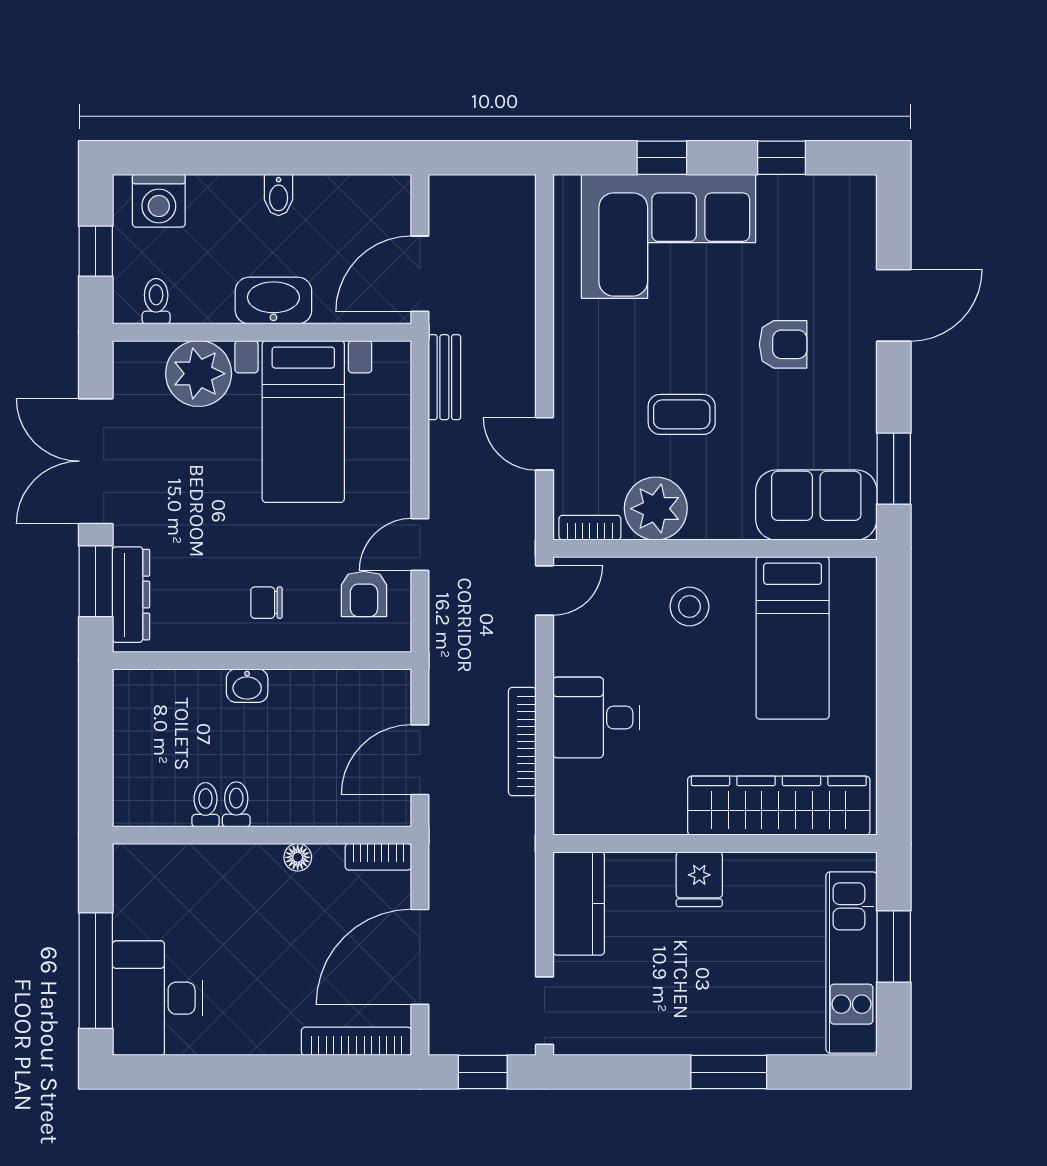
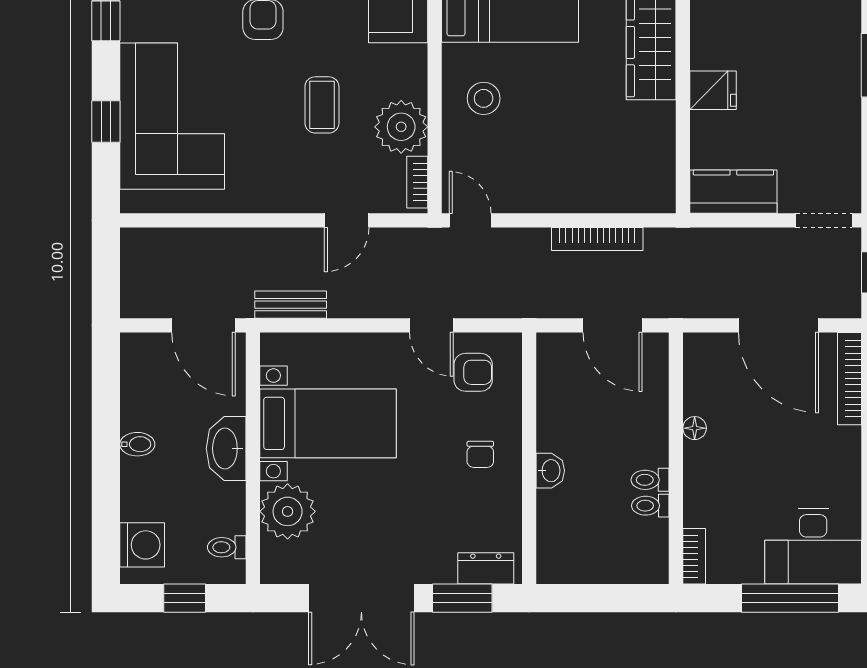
dresser: (131, 595) -> (486, 568), width x0.70
desk: (596, 717) -> (577, 177), removed
bookcase: (378, 857) -> (694, 556), moved

